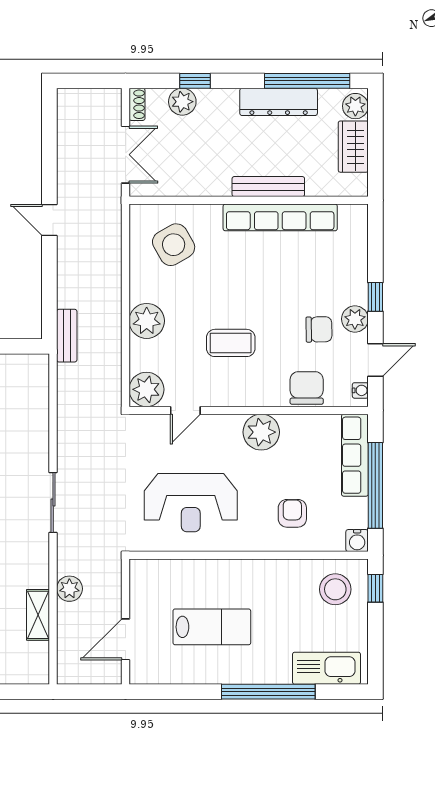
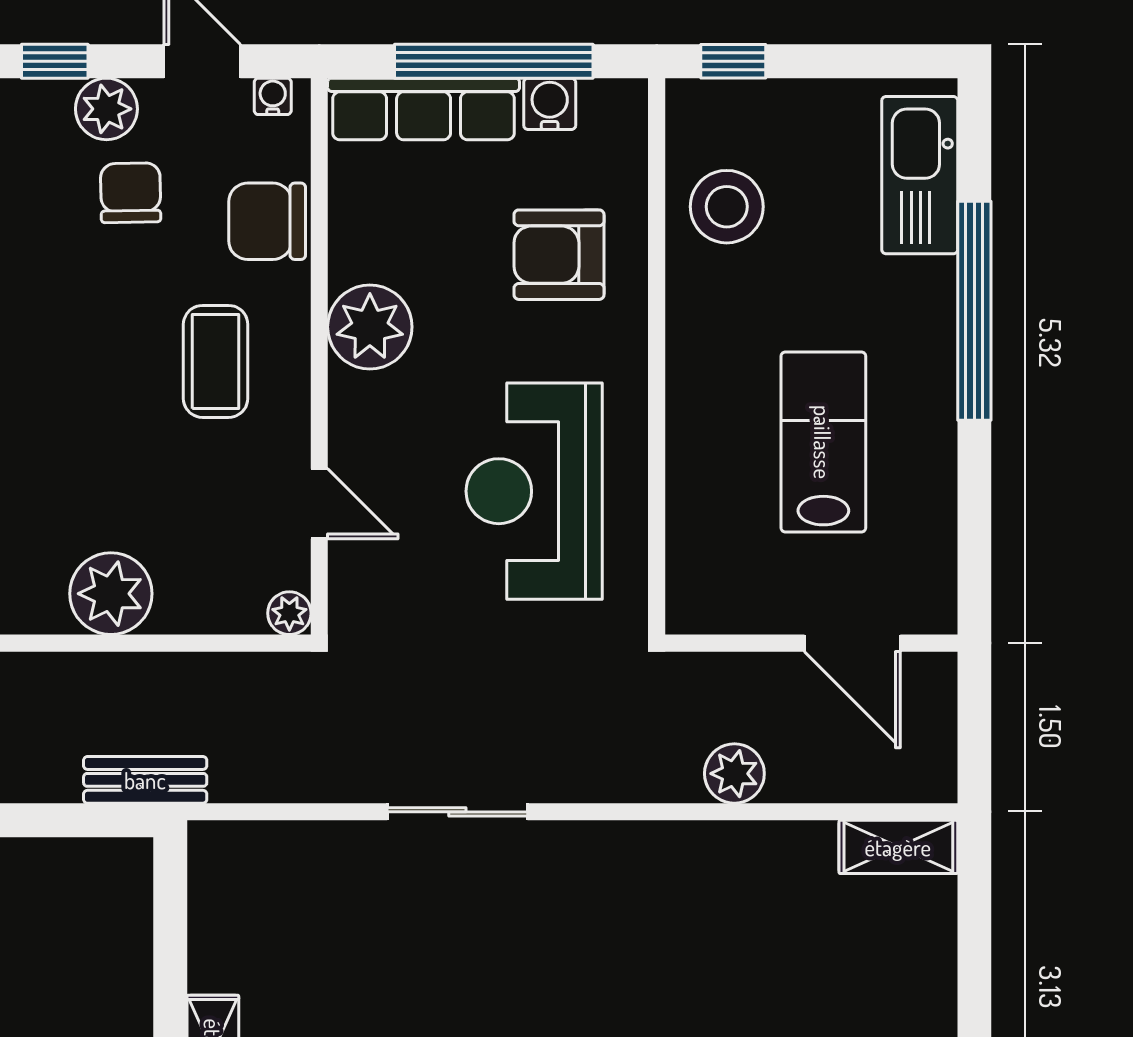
coffee table: (231, 343) -> (216, 361), moved
plant: (146, 389) -> (289, 613), width x0.53, depth x0.53
sliding door: (53, 502) -> (457, 812), moved
reception desk: (191, 503) -> (534, 491), turned 180
armchair: (292, 513) -> (559, 255), width x1.38, depth x1.38
water cooler: (357, 541) -> (550, 104), moved, turned -90
stool: (335, 589) -> (727, 207), moved
shelving: (38, 615) -> (898, 847), moved

